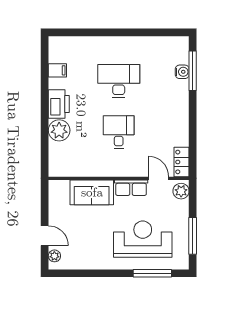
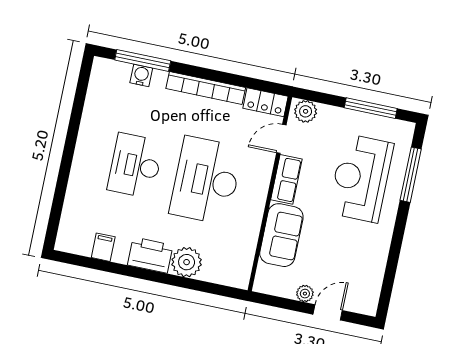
bookcase: (183, 118) -> (206, 88), added
desk: (119, 132) -> (206, 180), width x1.87, depth x1.30
plant: (54, 256) -> (305, 294), moved

